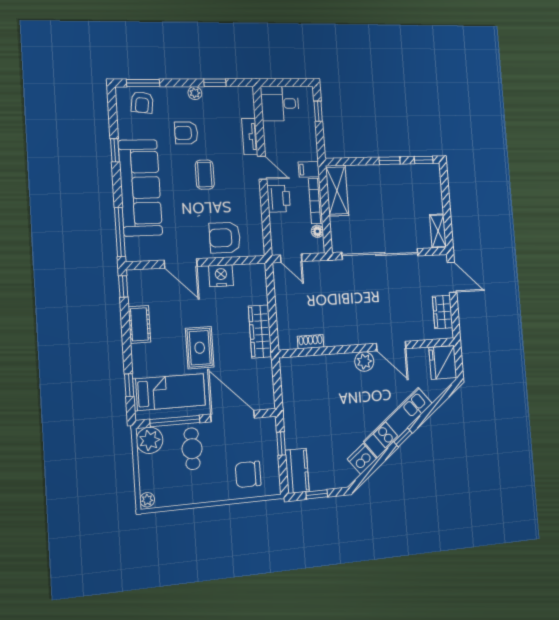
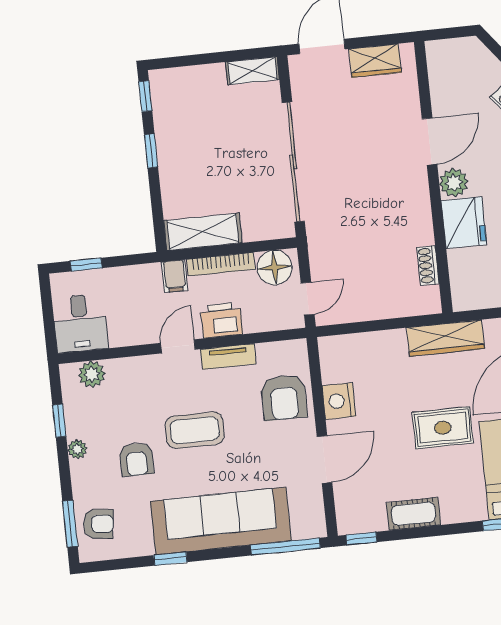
plant: (246, 108) -> (92, 374), added
tv unit: (250, 137) -> (228, 357), moved
coffee table: (205, 175) -> (195, 430), width x1.36, depth x1.30
floor lamp: (317, 231) -> (275, 267), width x1.89, depth x1.89
wardrobe: (260, 331) -> (445, 338), moved
fridge: (443, 363) -> (464, 223), moved, turned -90

